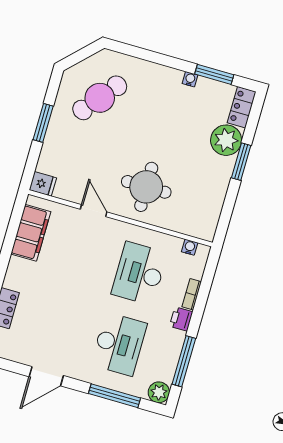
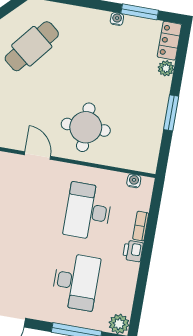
plant: (226, 140) -> (166, 68), width x0.53, depth x0.53
window: (241, 162) -> (171, 113), moved
window: (184, 361) -> (140, 291), removed

